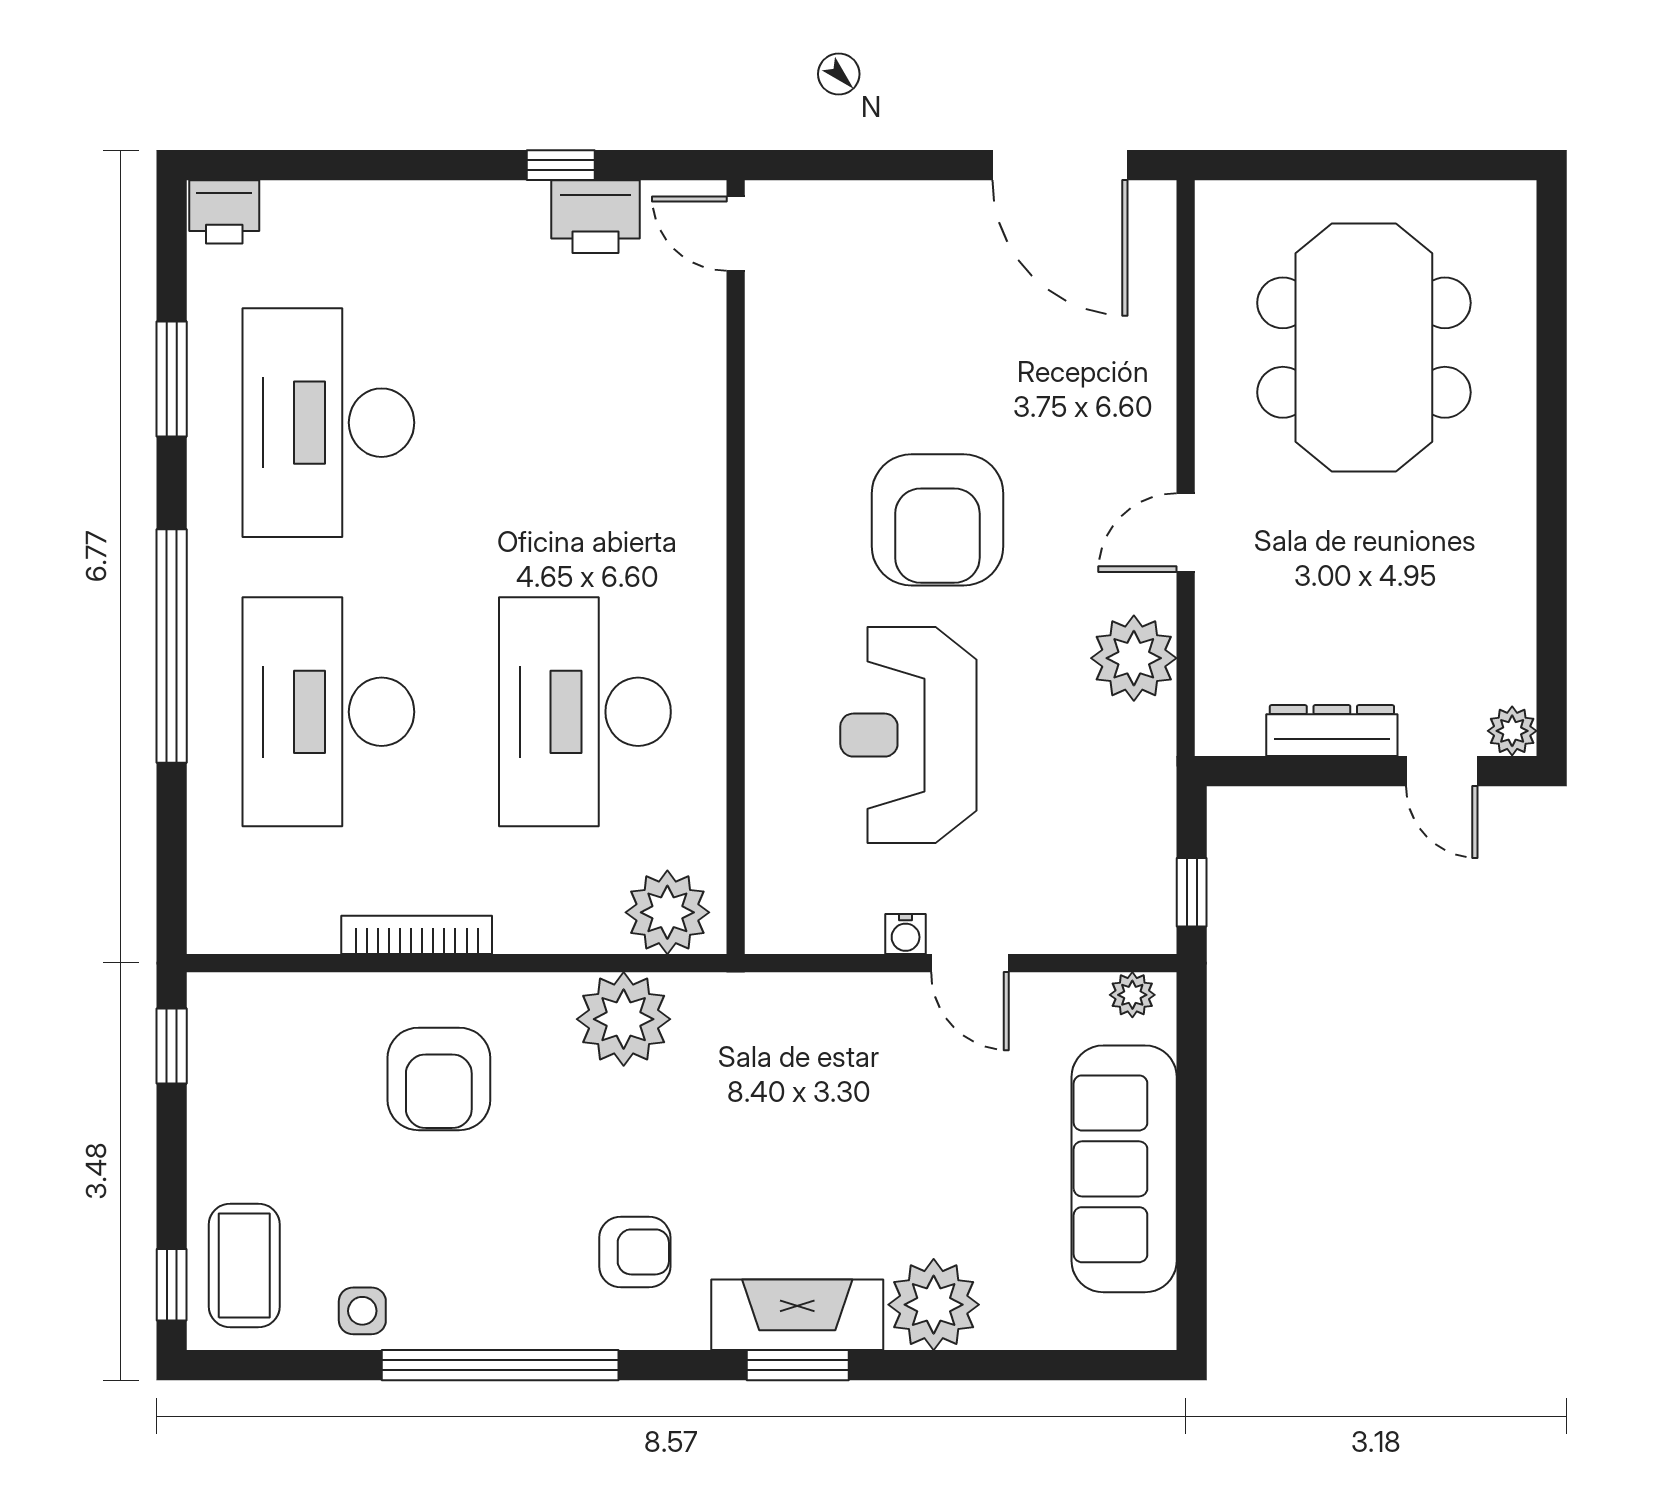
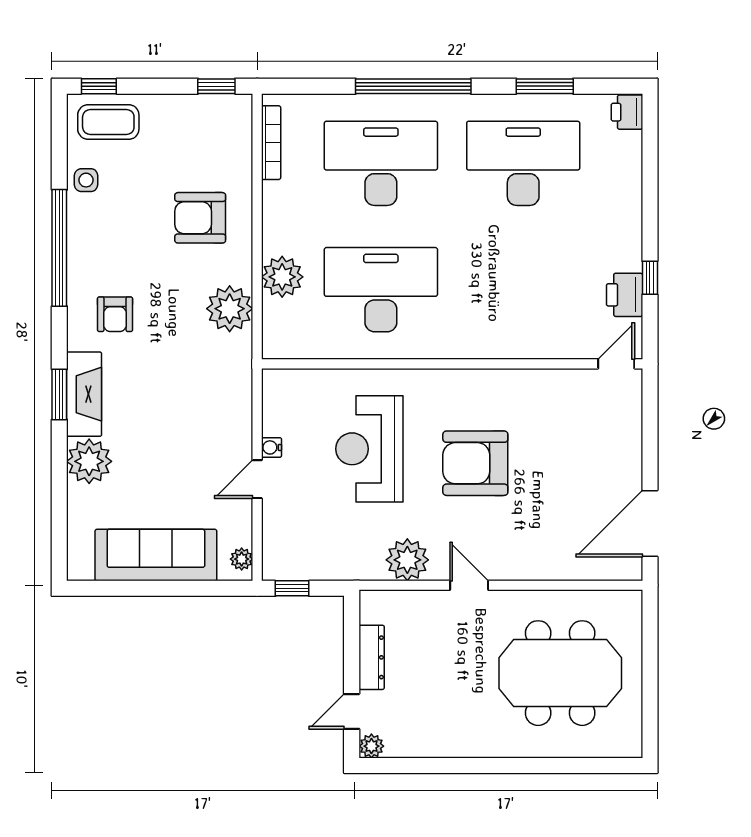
reception desk: (908, 735) -> (369, 449), turned -90
plant: (667, 912) -> (282, 277), moved
bookcase: (417, 935) -> (271, 143), moved

